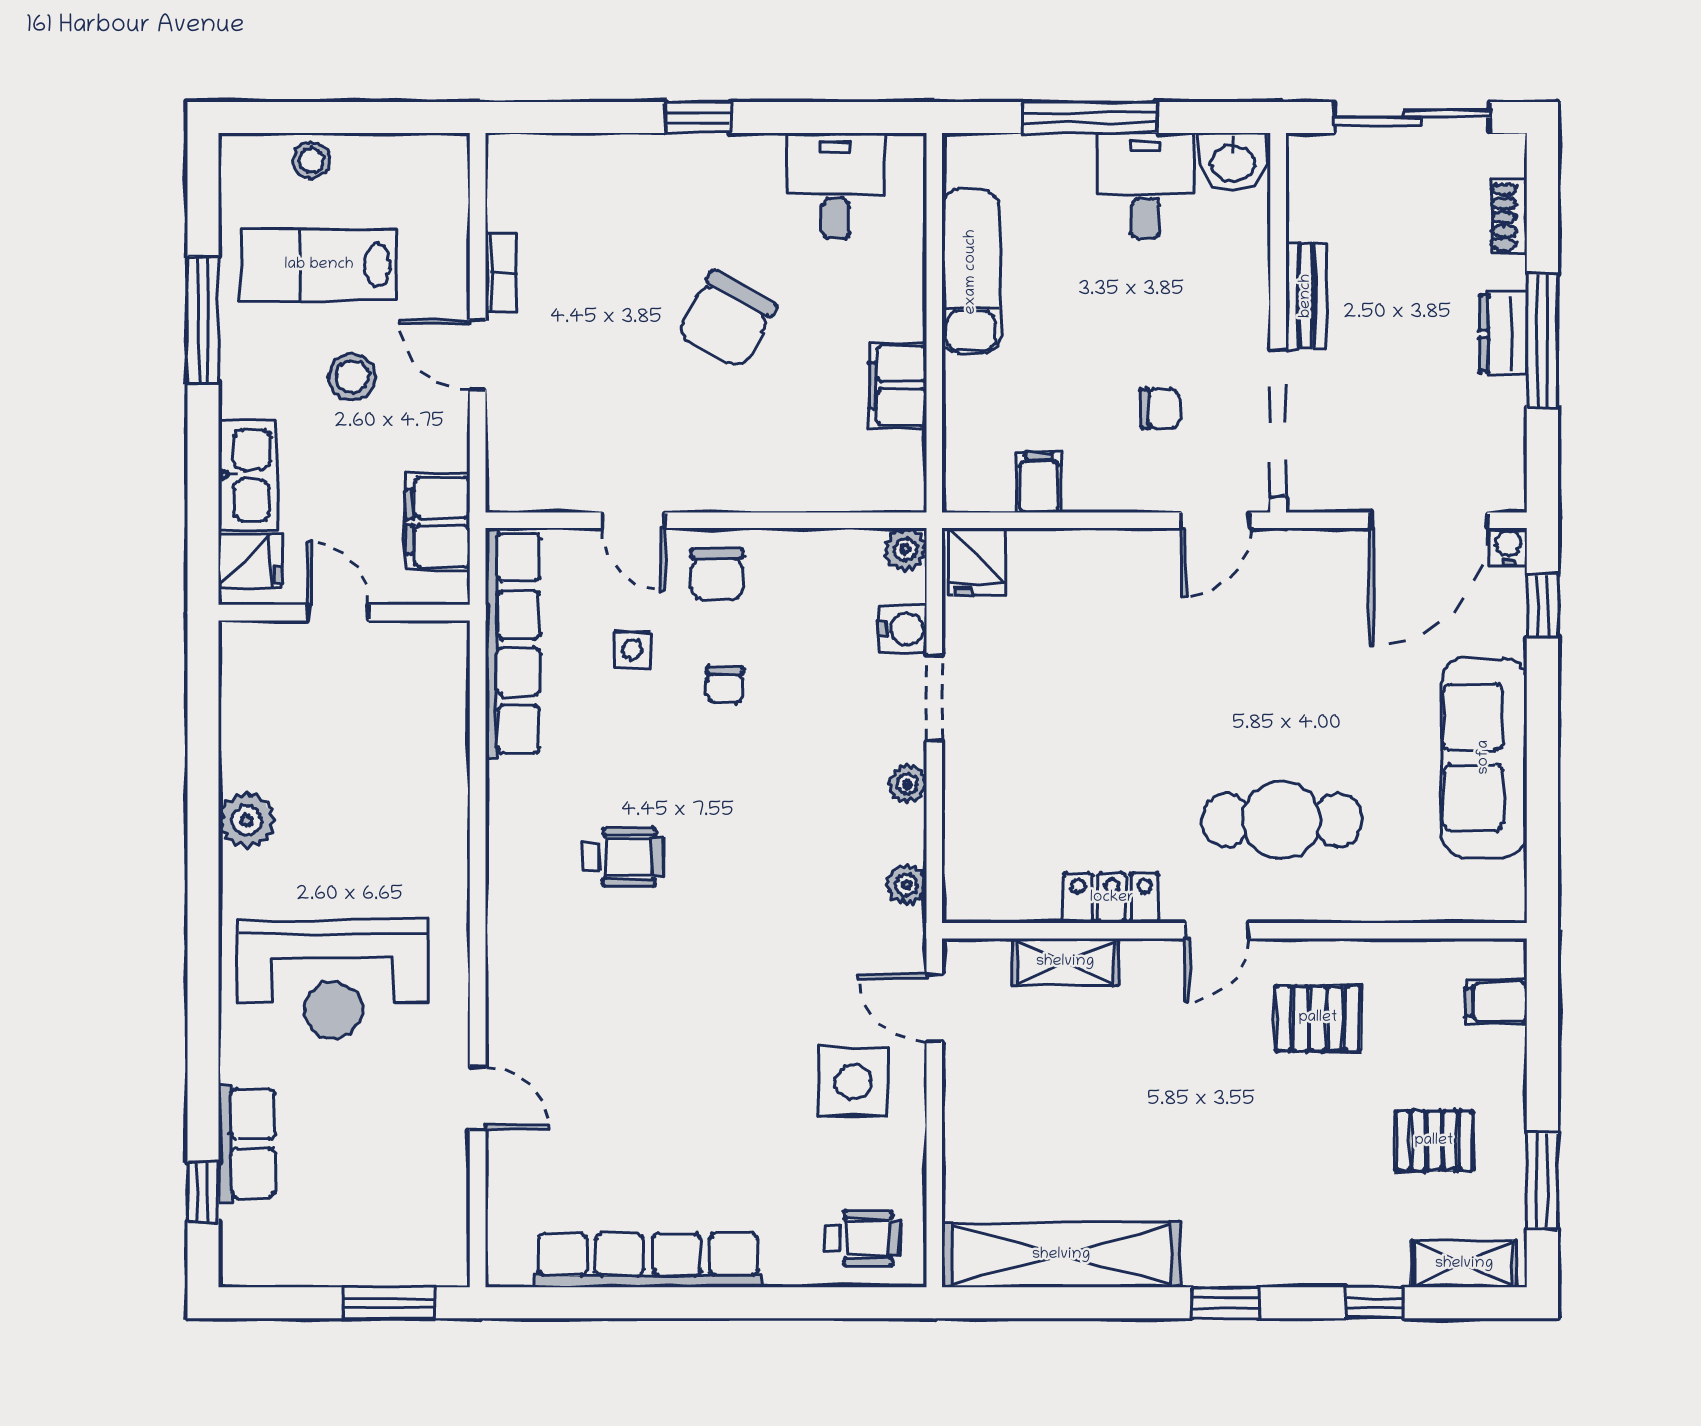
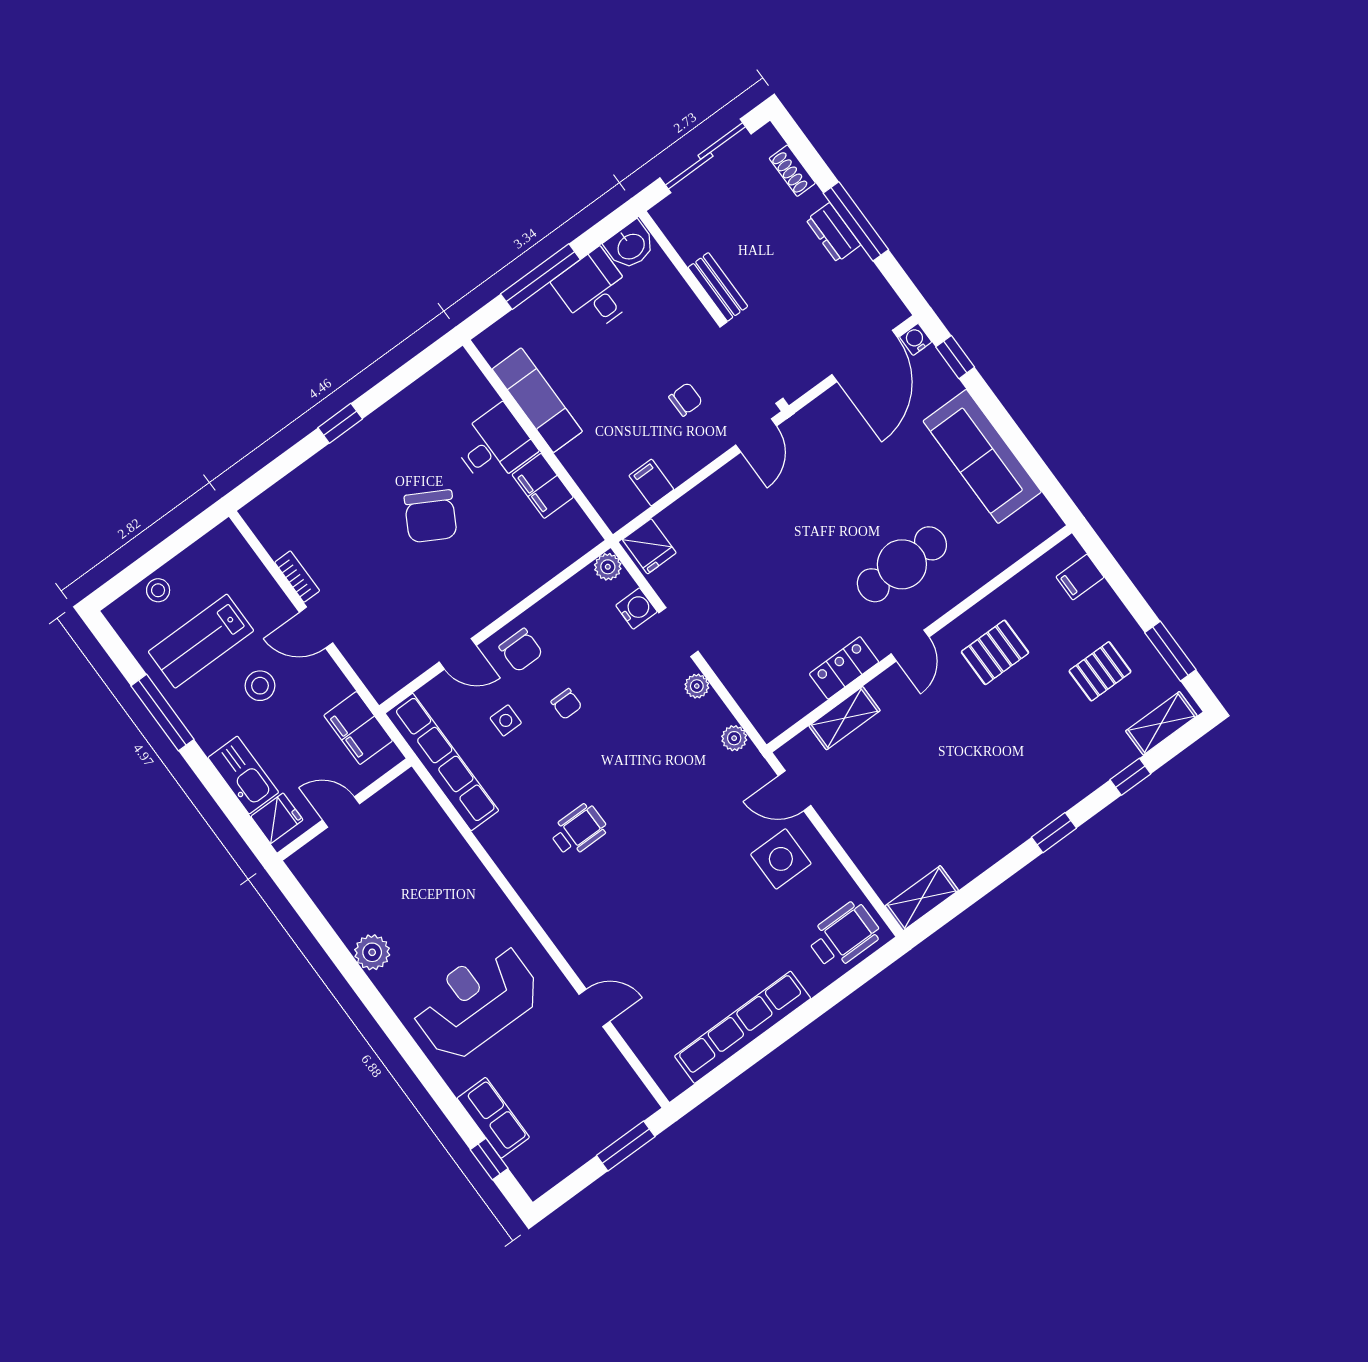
desk: (836, 186) -> (494, 446), moved, turned 90
reception desk: (333, 979) -> (476, 1001), turned 180
wheelchair: (862, 1238) -> (844, 936), width x1.36, depth x1.37
shelving: (1061, 1255) -> (922, 898), width x0.45, depth x0.75

